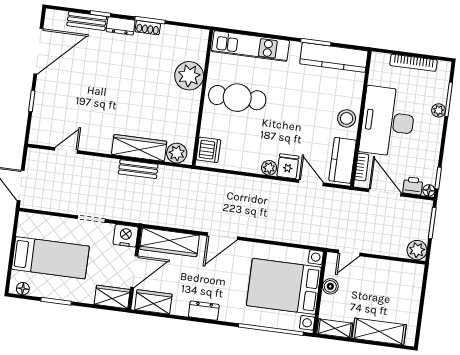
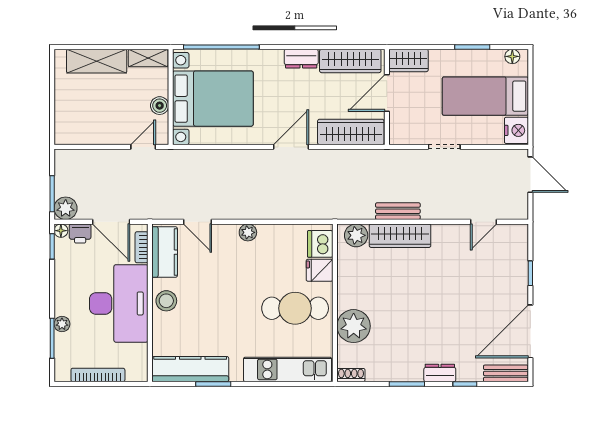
bench: (87, 21) -> (506, 373), moved
shoe rack: (148, 28) -> (351, 375), moved
fridge: (288, 166) -> (320, 270), moved, turned 90
nightstand: (126, 236) -> (516, 130), moved, turned -90
plant: (417, 250) -> (66, 208), moved
wardrobe: (153, 302) -> (350, 61), width x1.50

